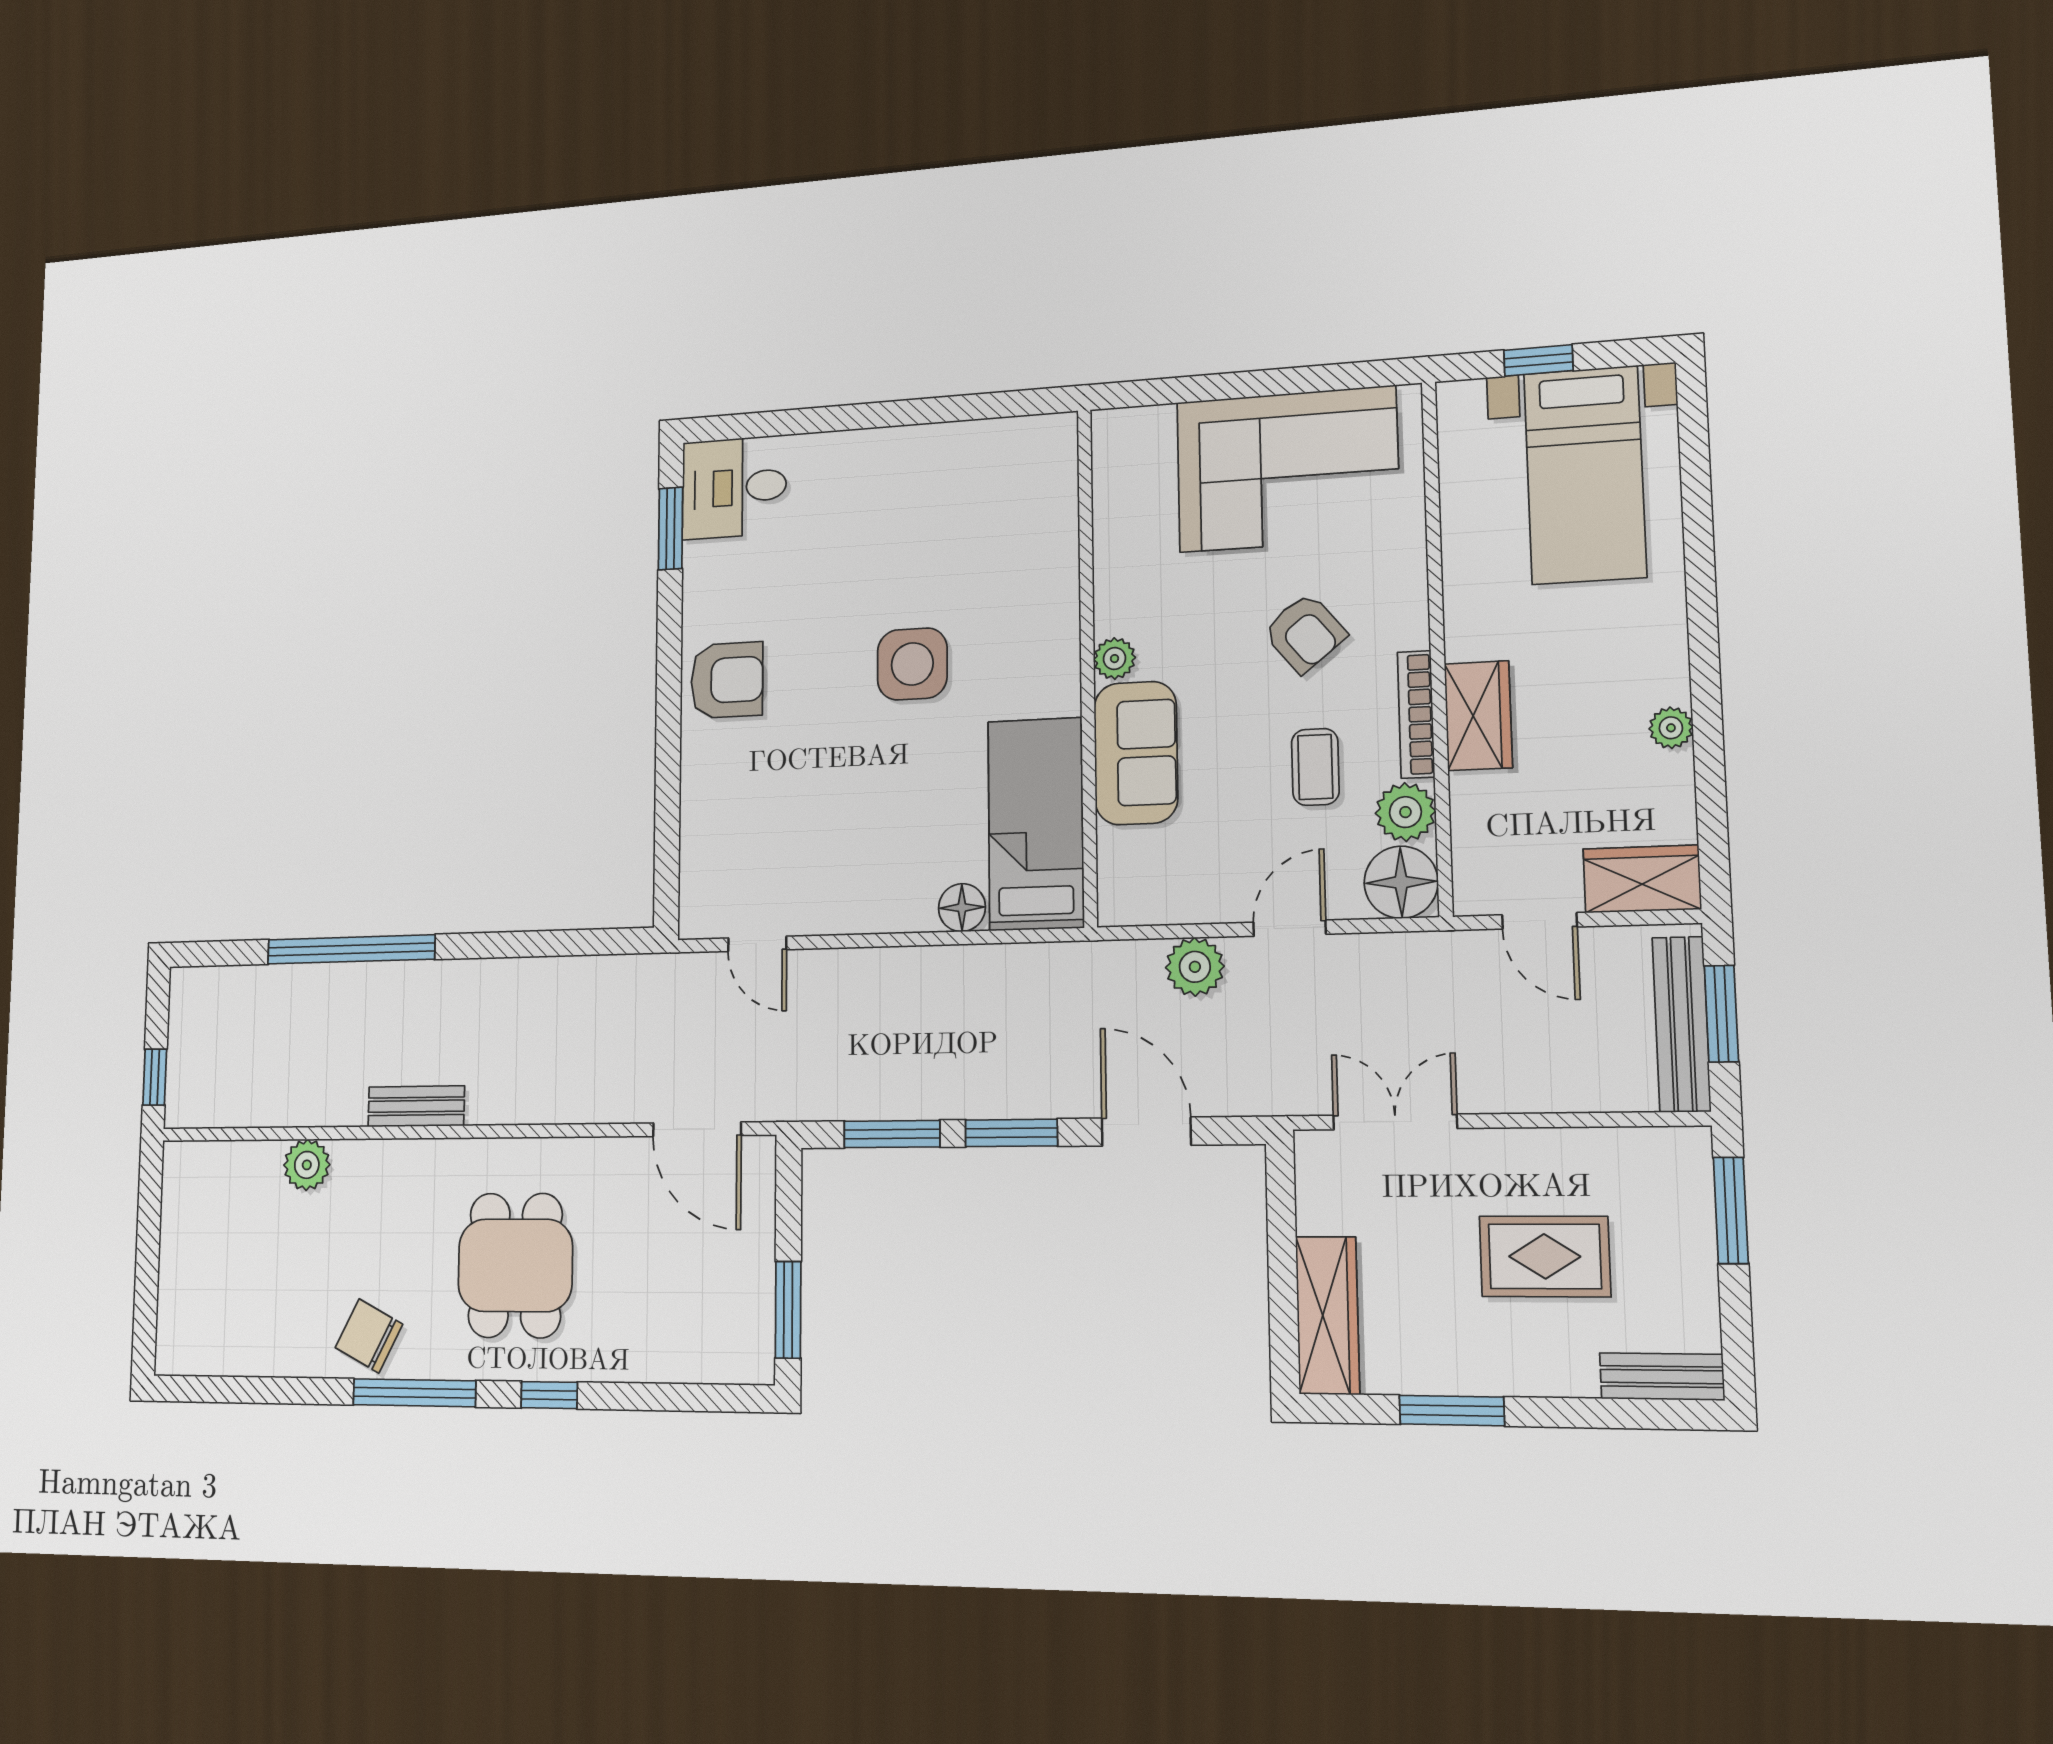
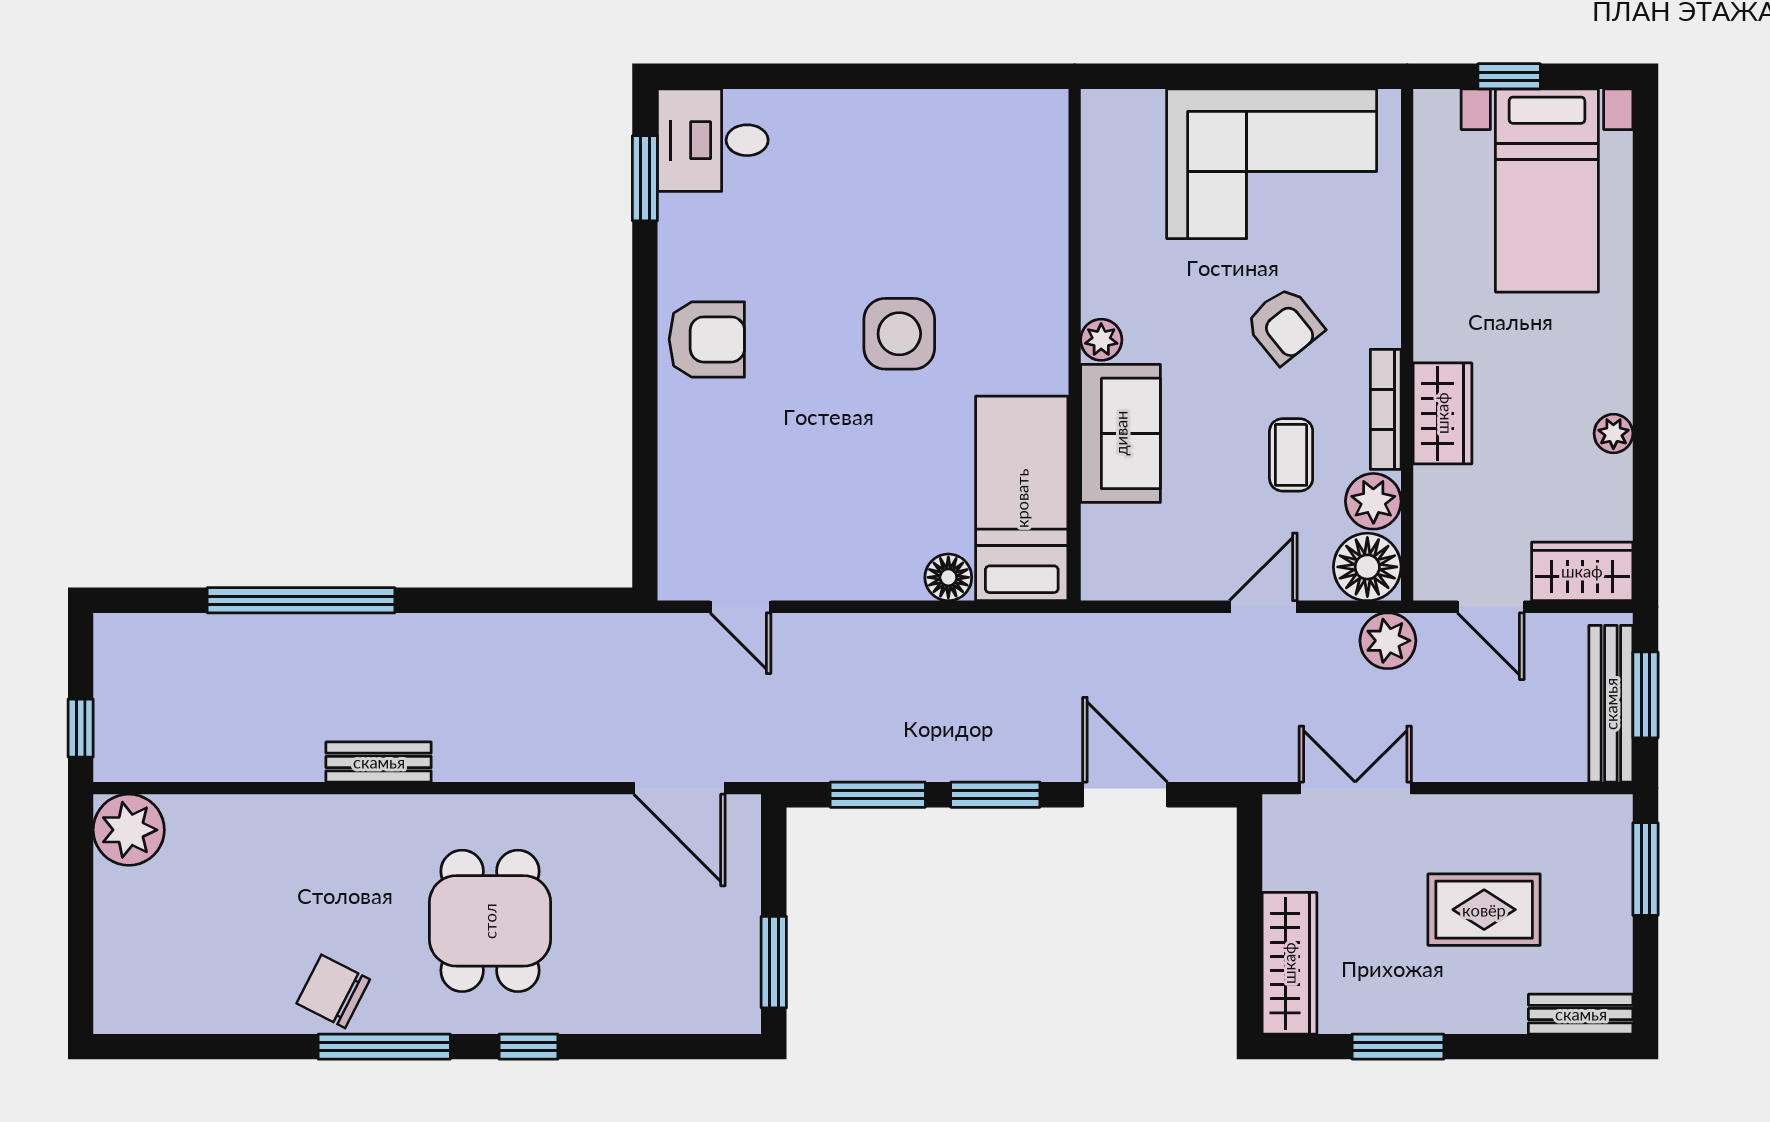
plant: (1195, 967) -> (1388, 641), moved
plant: (307, 1165) -> (129, 830), moved, width x1.36, depth x1.36

